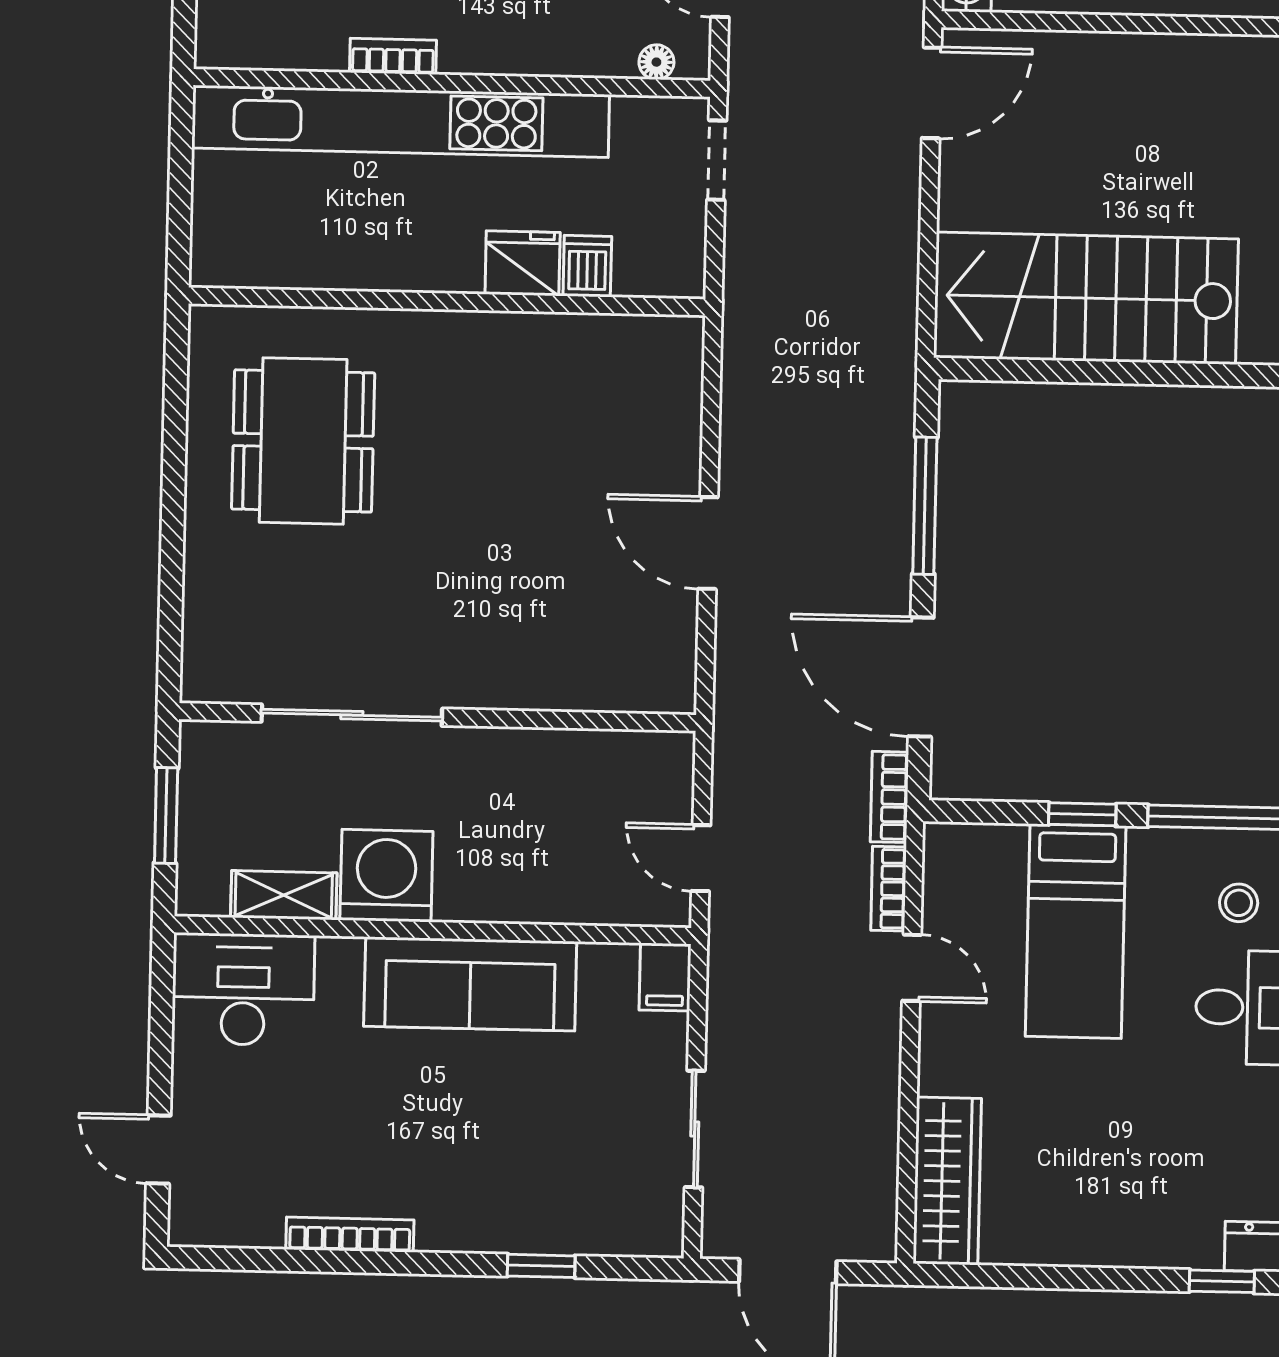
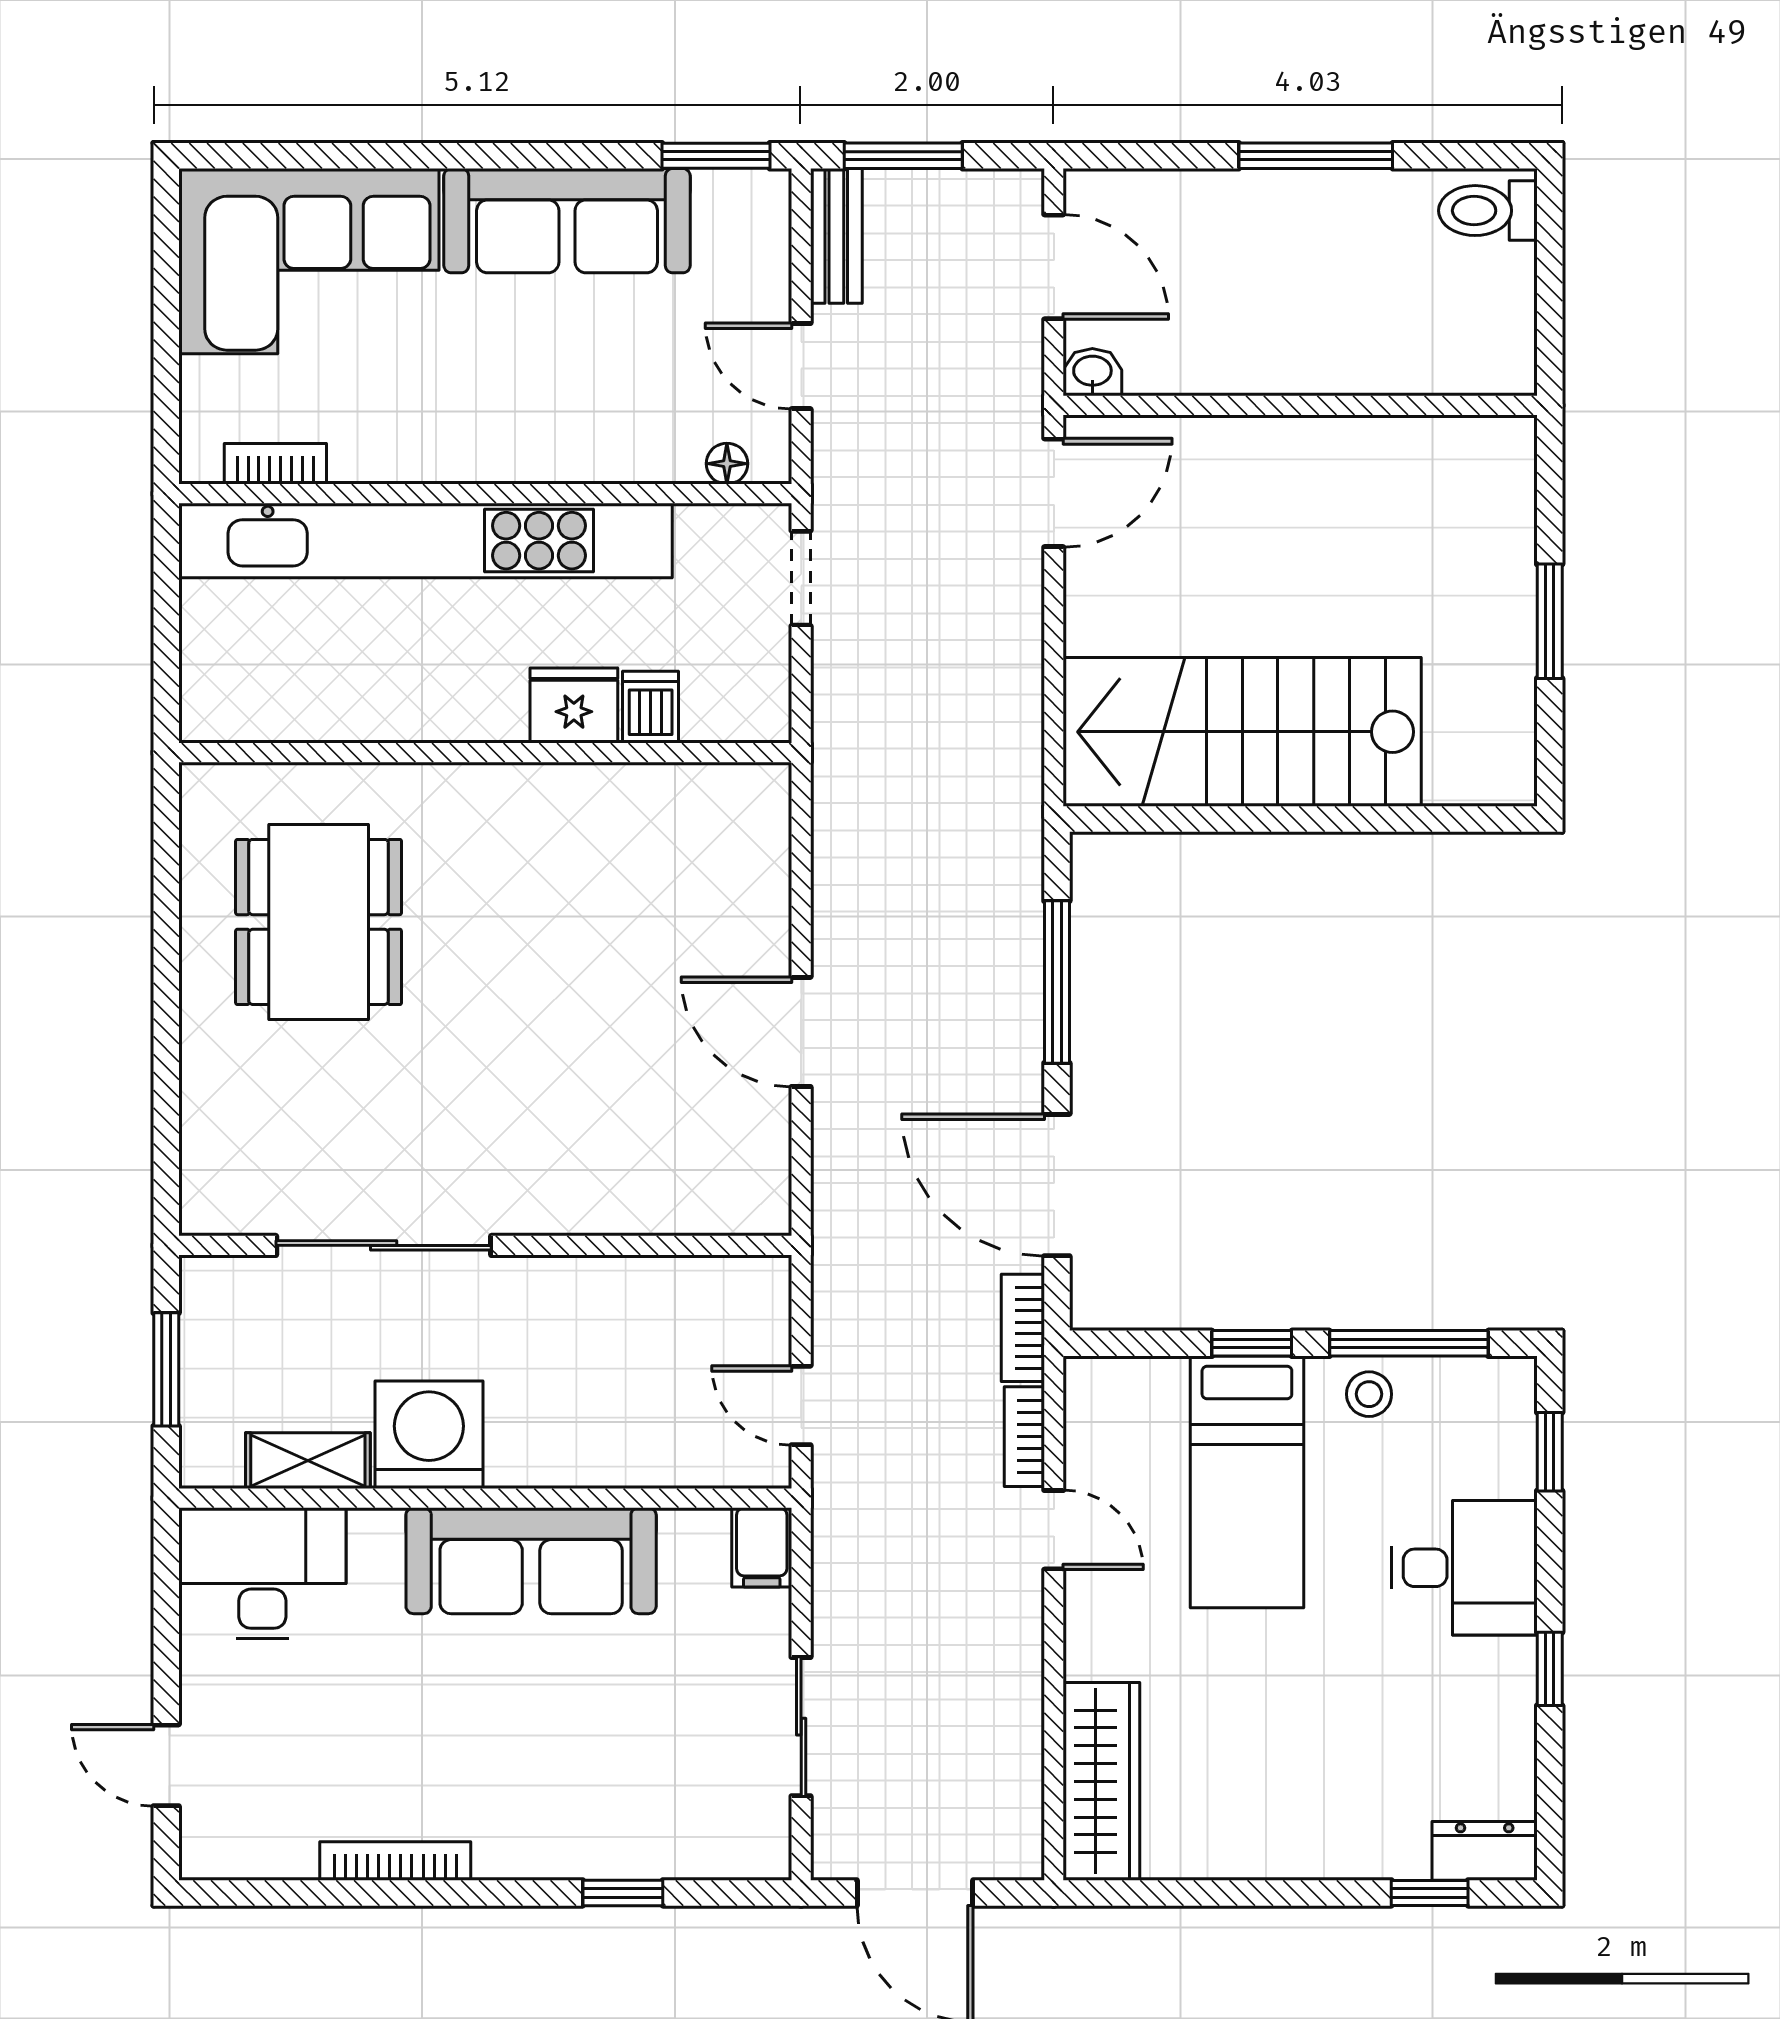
bookcase: (393, 56) -> (275, 464), moved
stool: (1239, 903) -> (1369, 1394), moved

